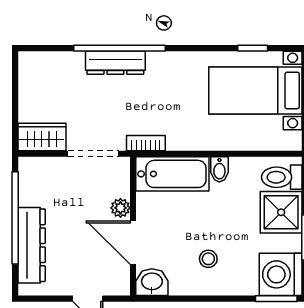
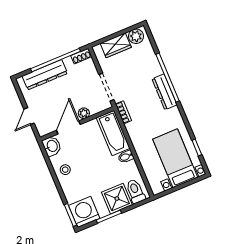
dresser: (115, 63) -> (164, 92), moved
plant: (31, 71) -> (136, 36), added
wardrobe: (42, 137) -> (116, 45), moved, turned 90
shoe rack: (26, 173) -> (81, 56), added
stool: (208, 259) -> (65, 170), moved

